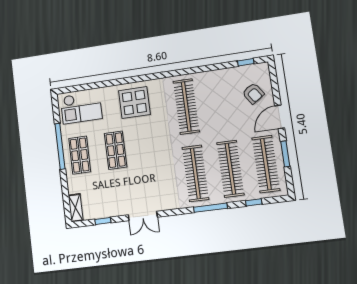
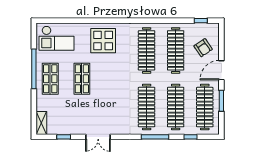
clothes rail: (221, 101) -> (176, 50), added

